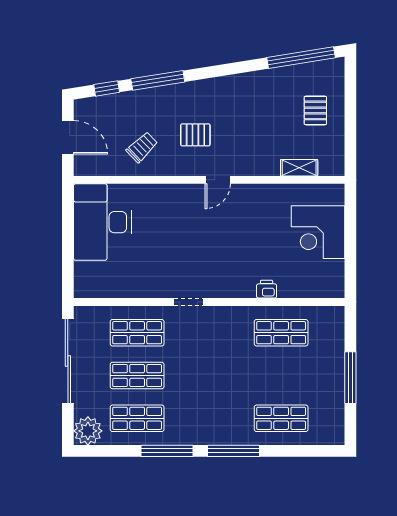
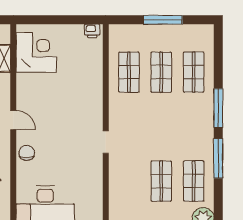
chair: (174, 198) -> (27, 153), added
corner desk: (318, 232) -> (36, 52), moved, turned -90
printer: (267, 289) -> (92, 31), moved, turned -90
shop shelf: (137, 333) -> (161, 72), moved

